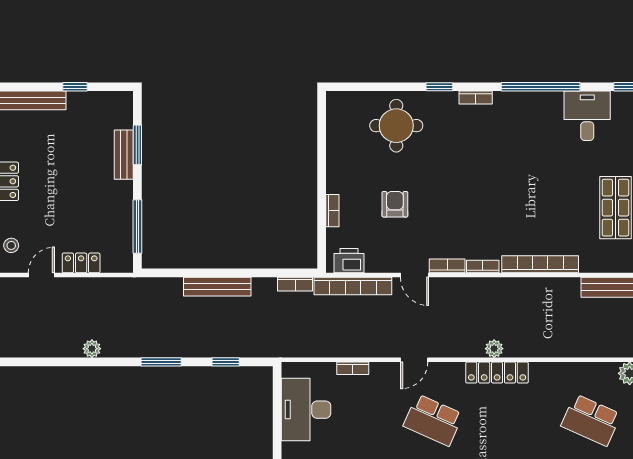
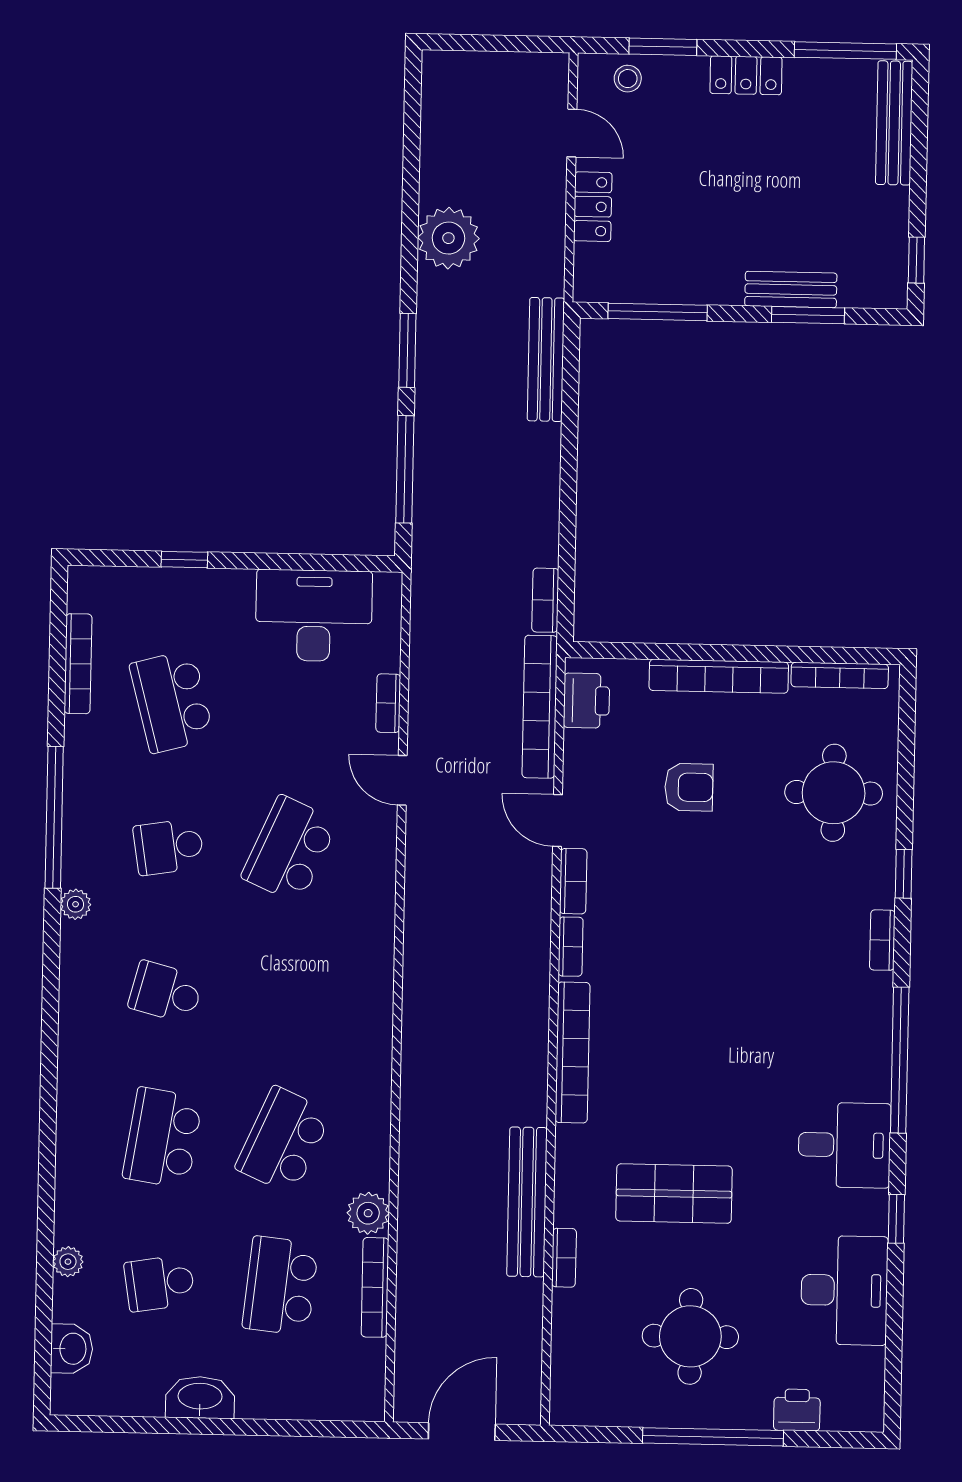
window: (75, 87) -> (916, 260), moved
bookcase: (333, 124) -> (840, 675), added
bookcase: (332, 211) -> (719, 676), width x2.31, depth x1.31
door: (414, 275) -> (557, 821), hinge flipped
bench: (217, 287) -> (546, 359), moved
plant: (92, 349) -> (448, 238), width x1.87, depth x1.87
plant: (494, 349) -> (419, 964), removed
door: (414, 360) -> (402, 780), moved
window: (226, 362) -> (405, 469), width x2.17
locker: (497, 373) -> (375, 969), removed

